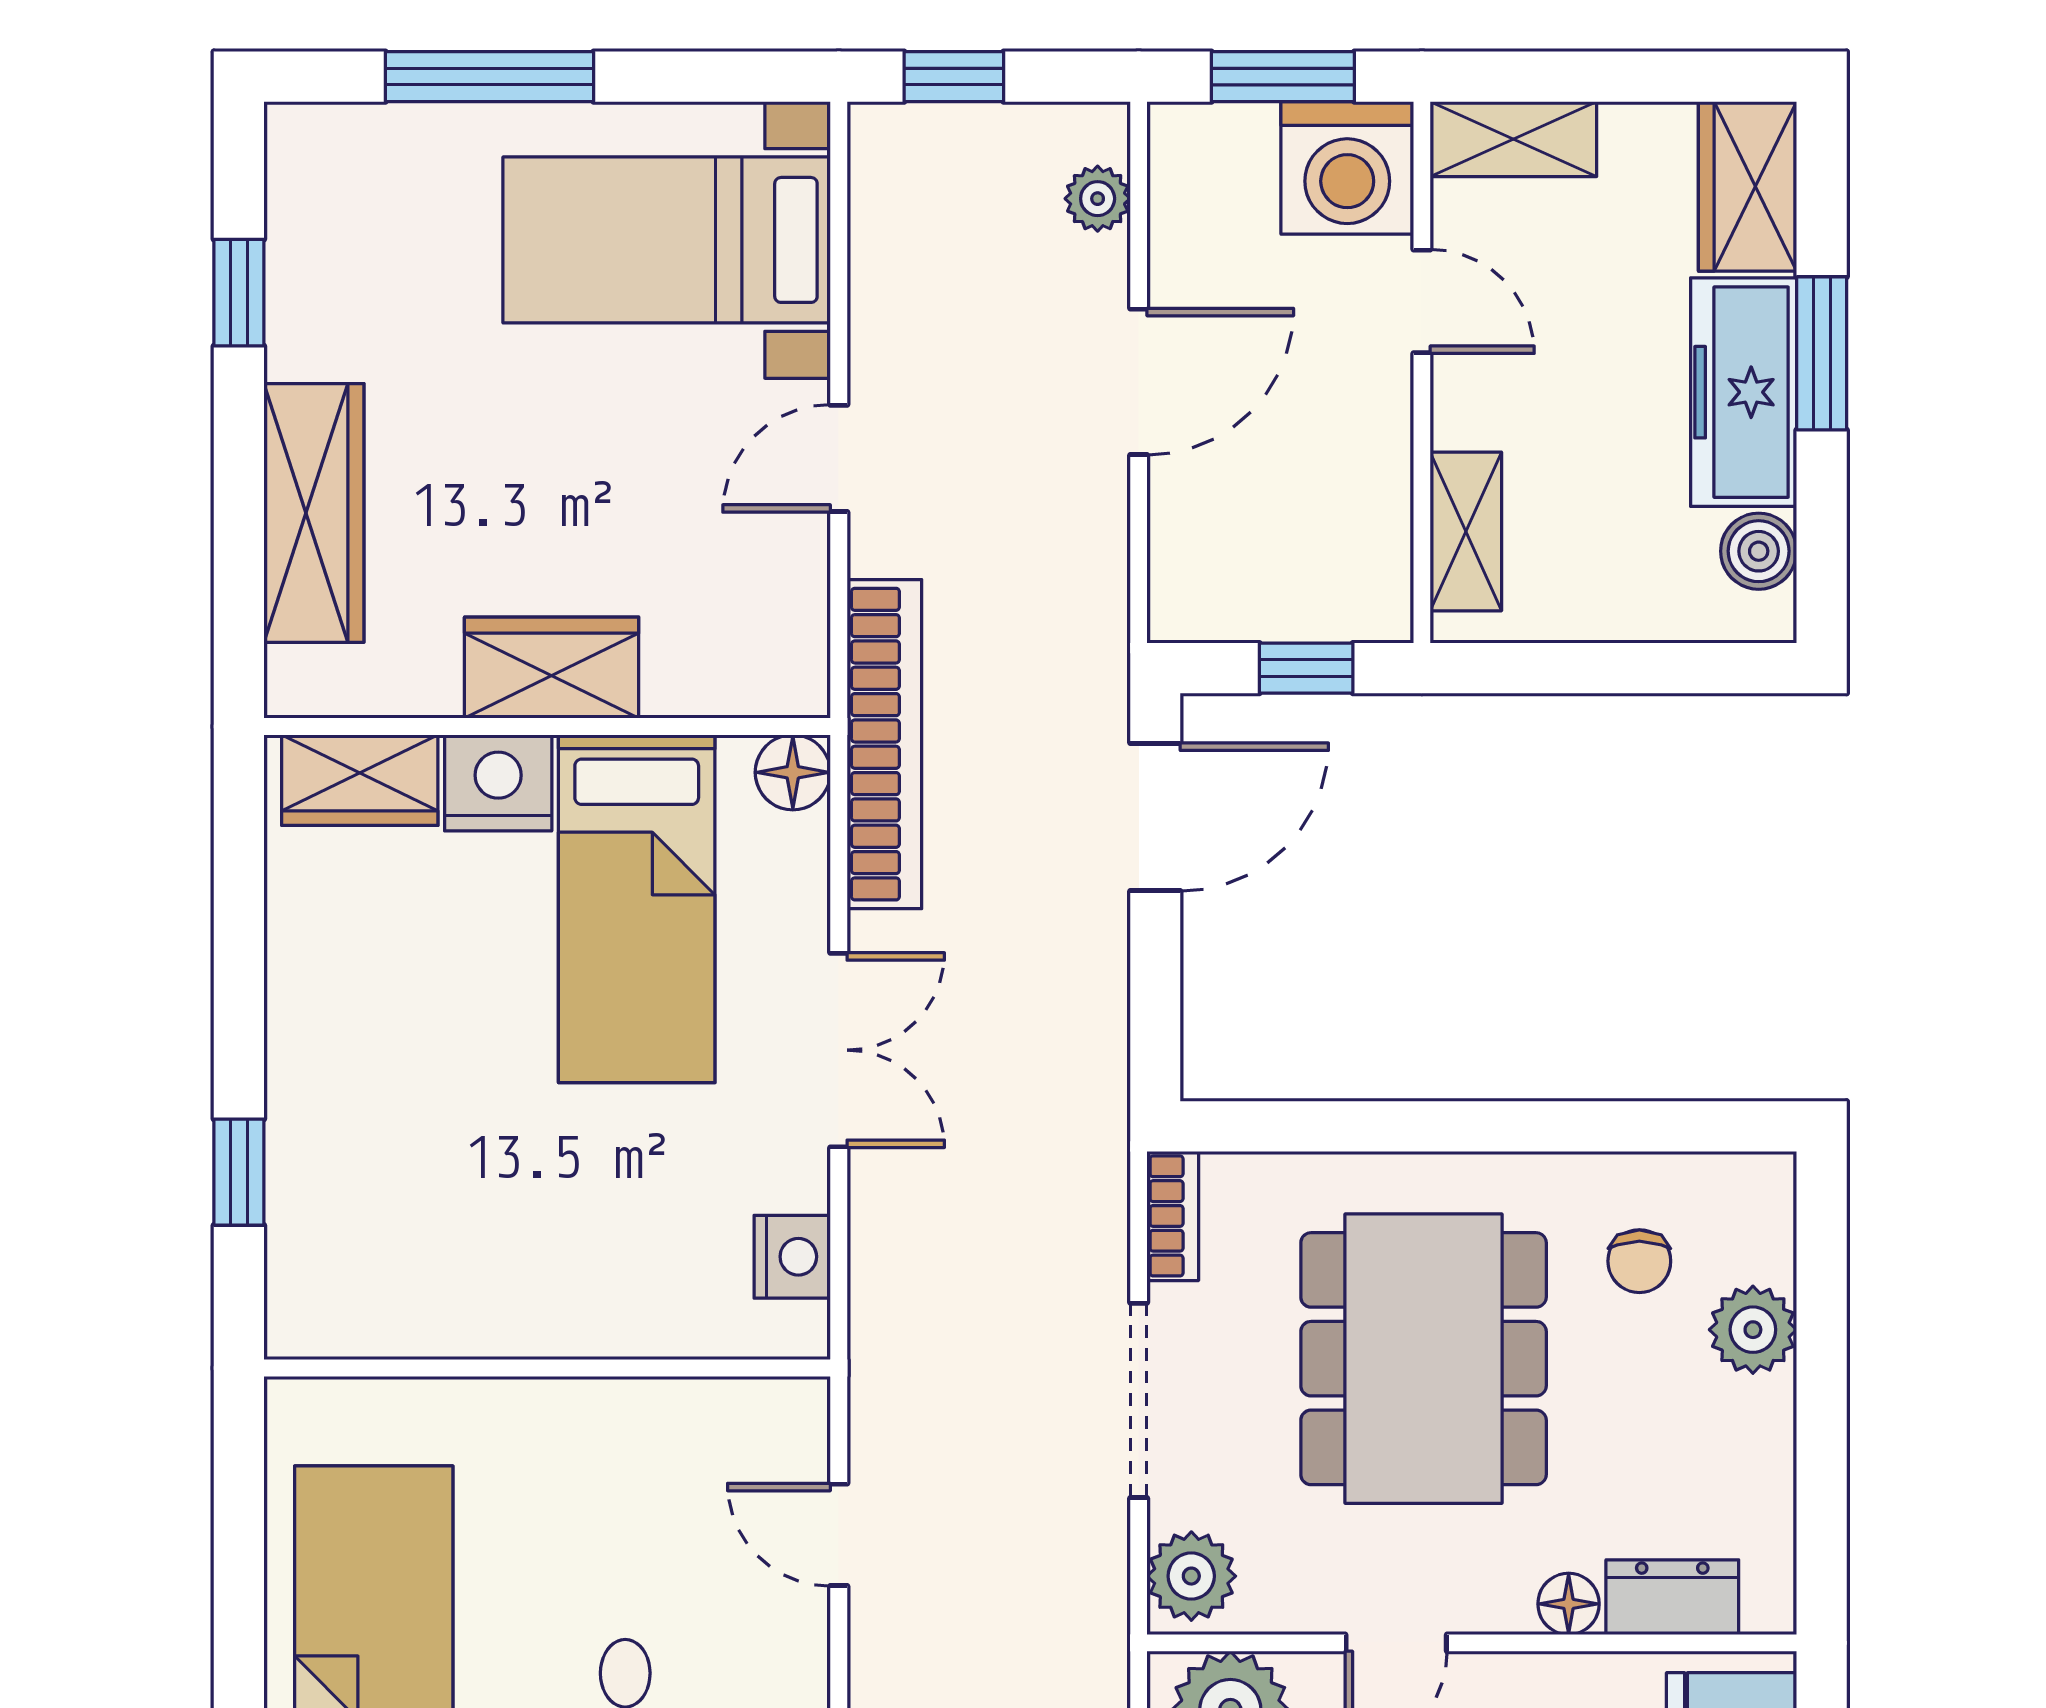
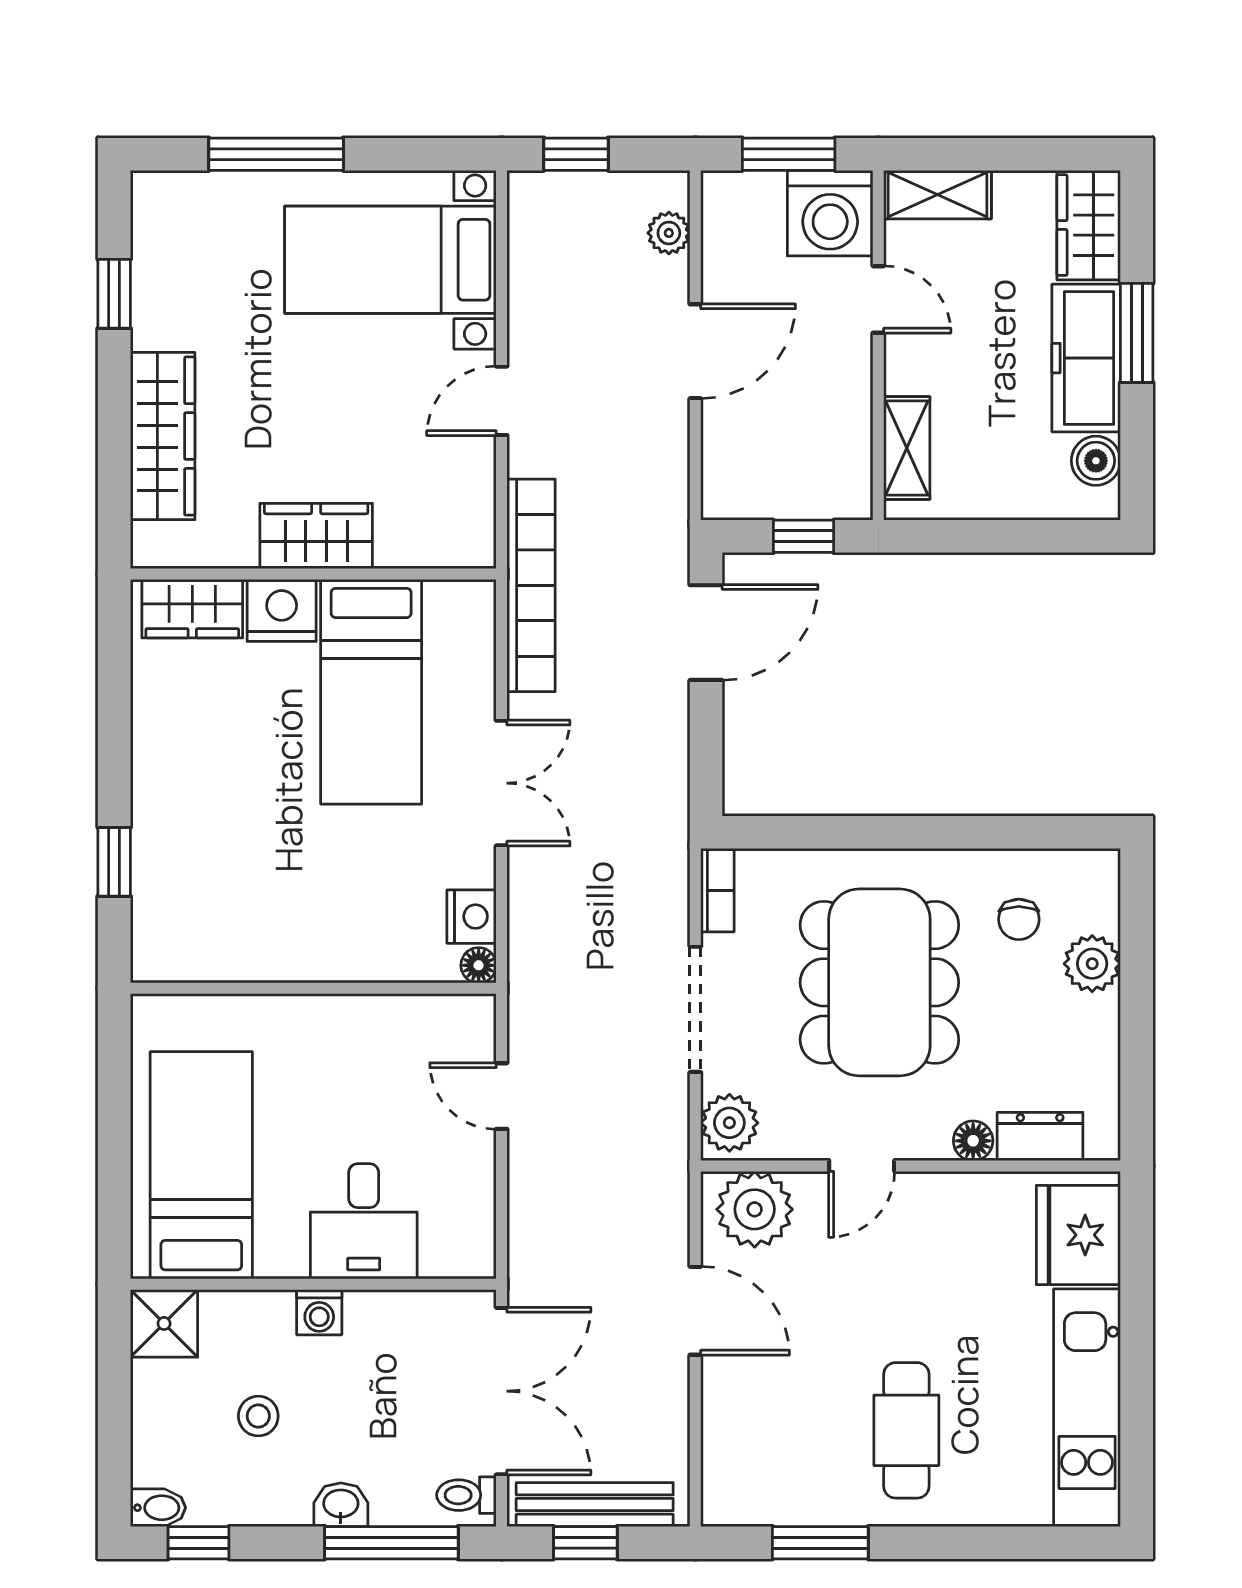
floor lamp: (793, 772) -> (479, 965), moved, width x0.73, depth x0.73

